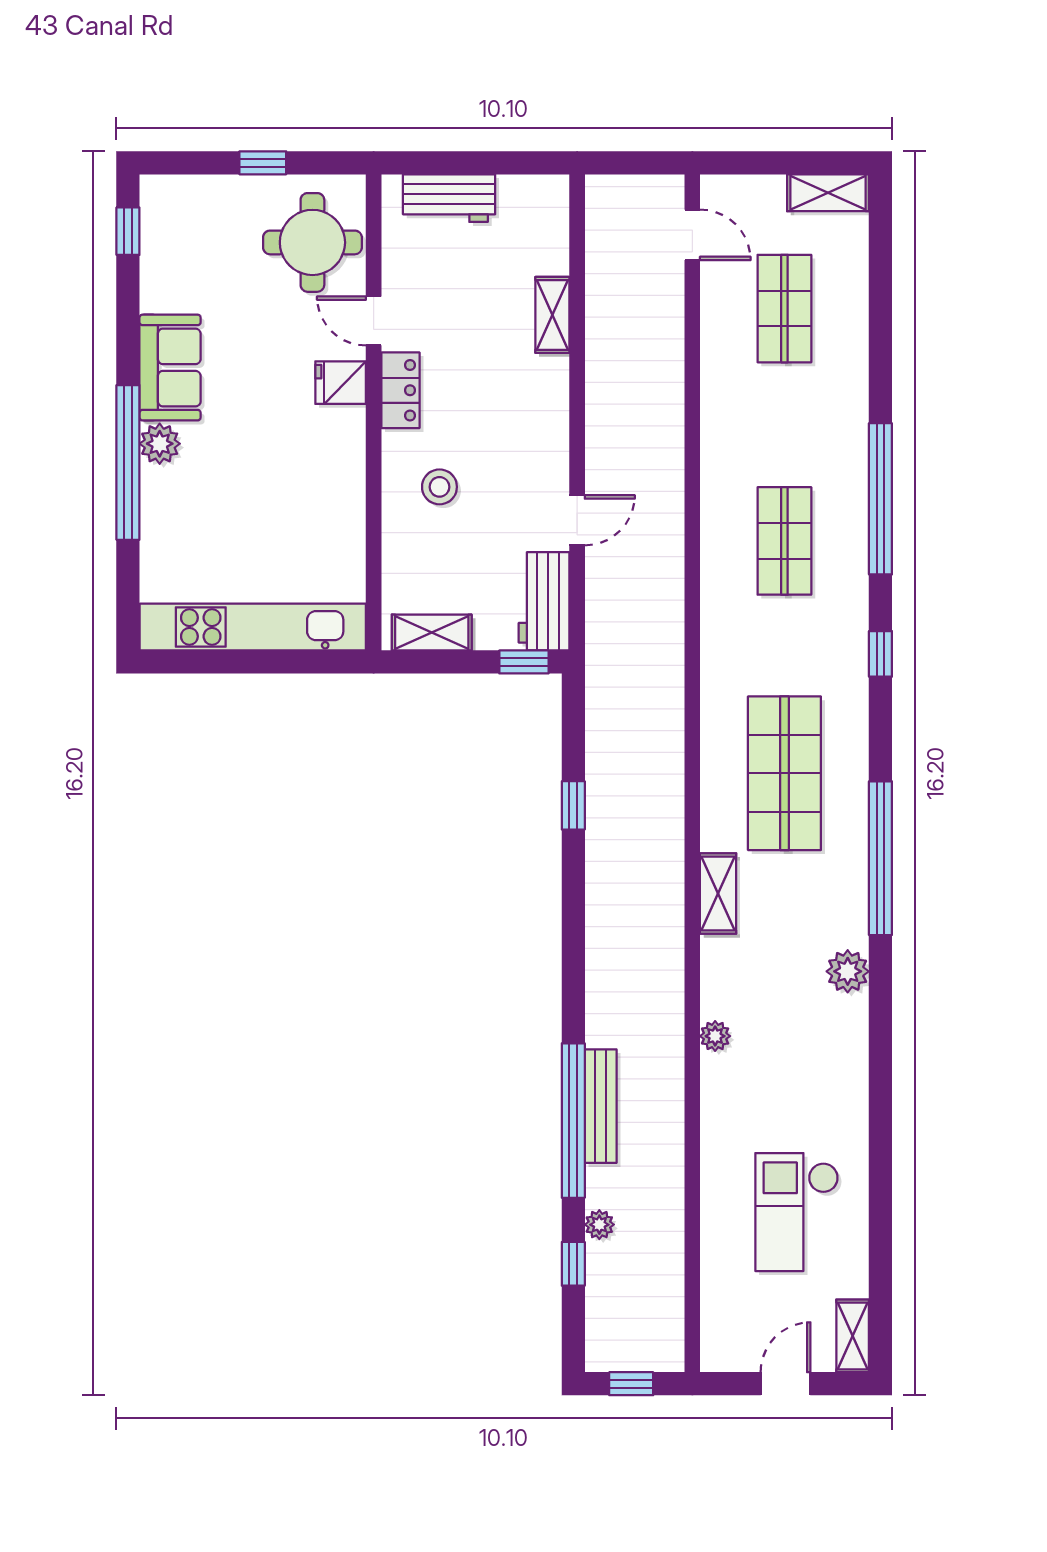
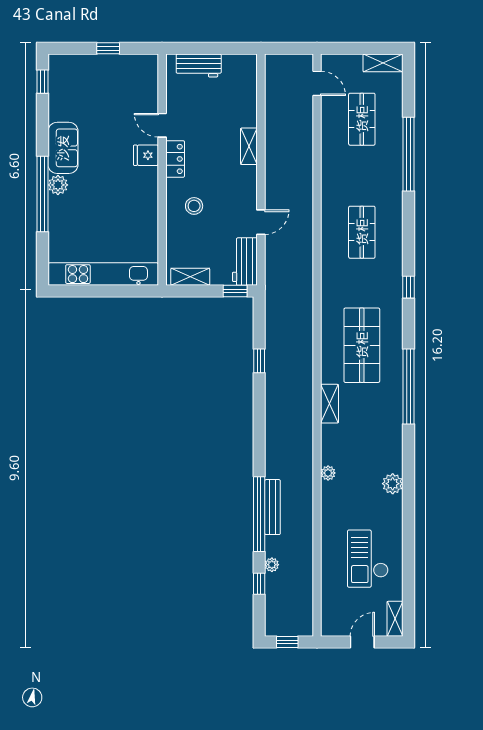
round table: (312, 242) -> (132, 87), removed
shelving: (552, 315) -> (249, 146), moved
window: (880, 499) -> (408, 154), moved
plant: (848, 971) -> (393, 484), moved

